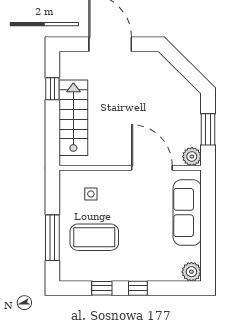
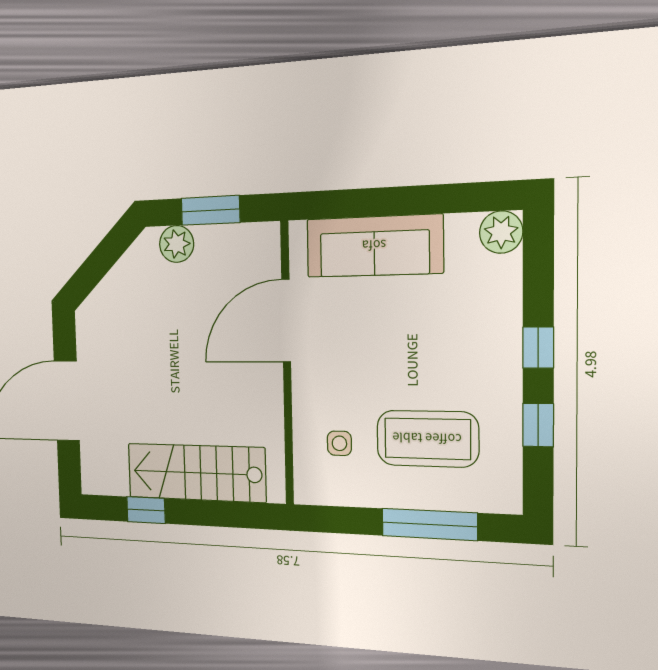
plant: (192, 157) -> (177, 244), moved
coffee table: (94, 237) -> (427, 439), turned 90

